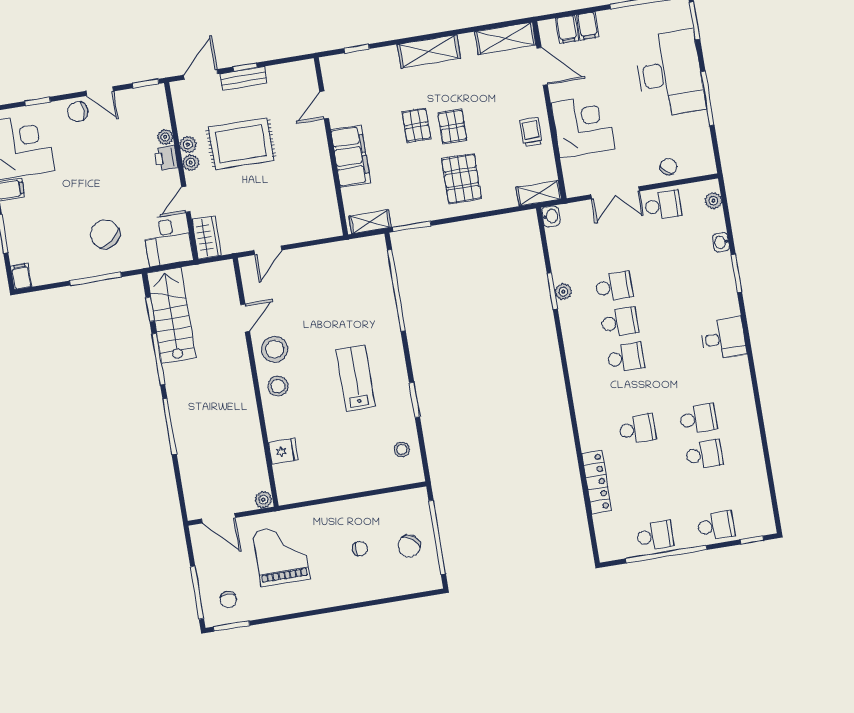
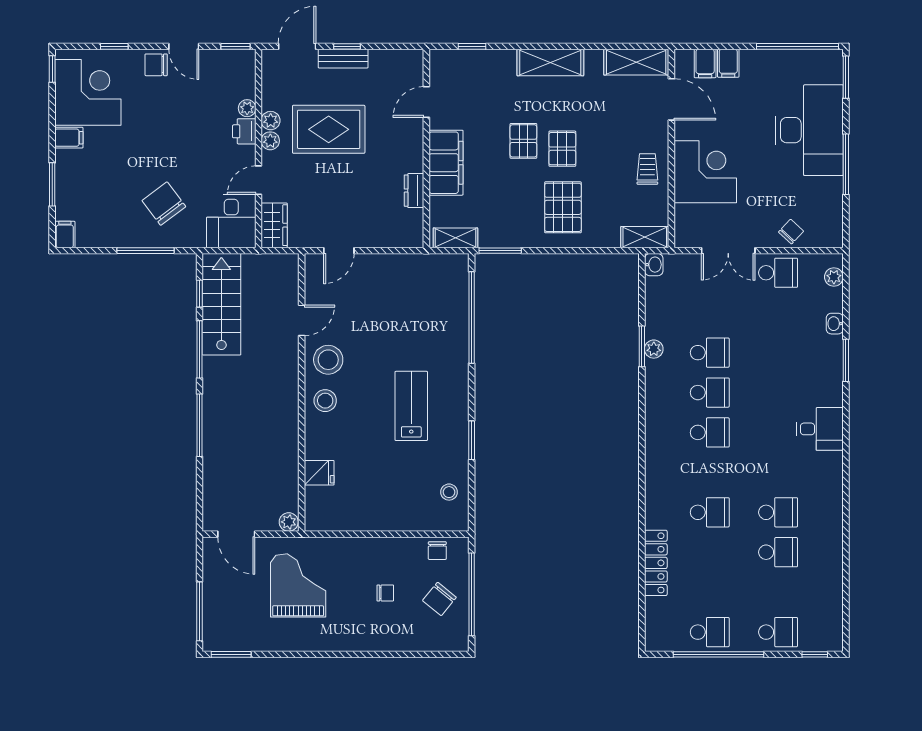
dresser: (326, 186) -> (414, 191), added
chair: (228, 599) -> (437, 551), moved

